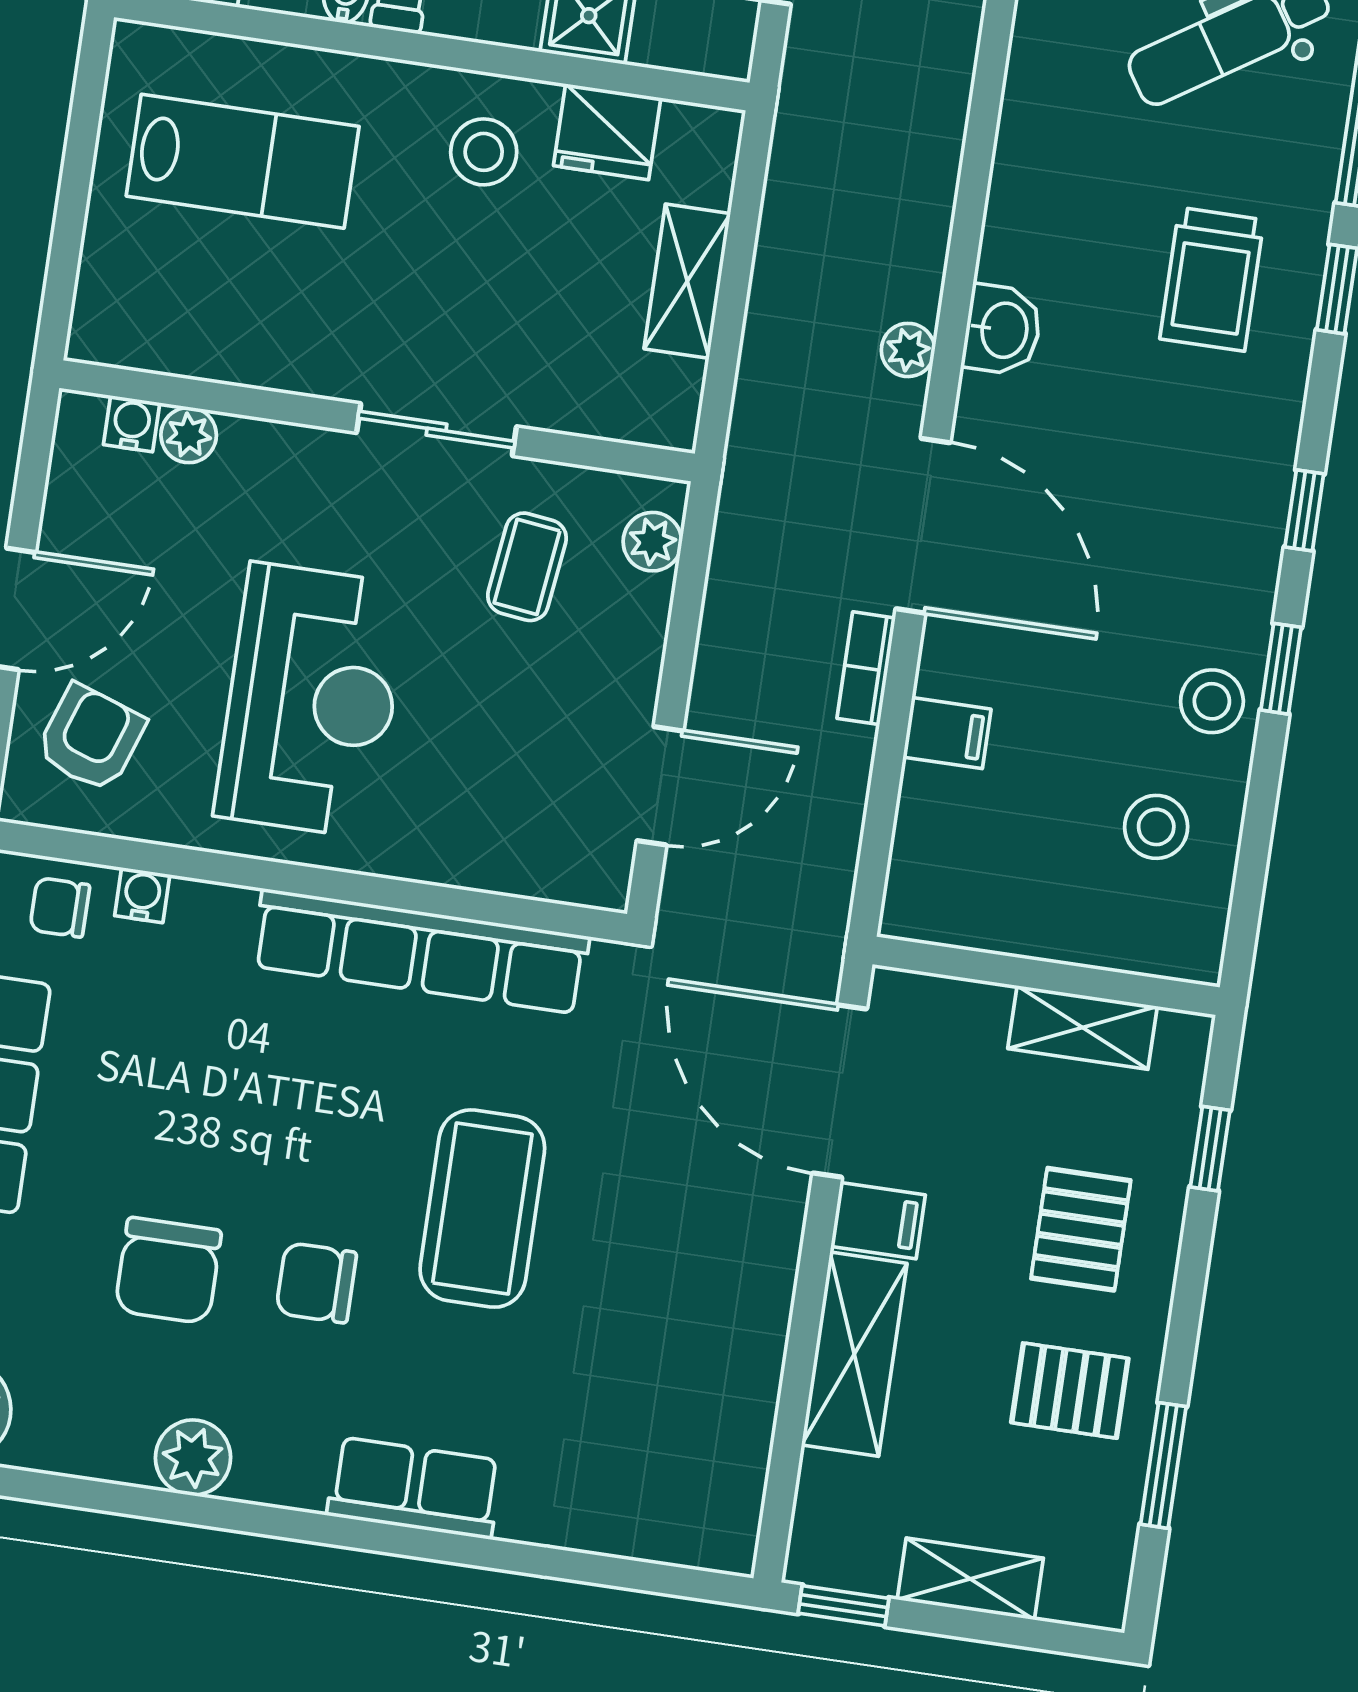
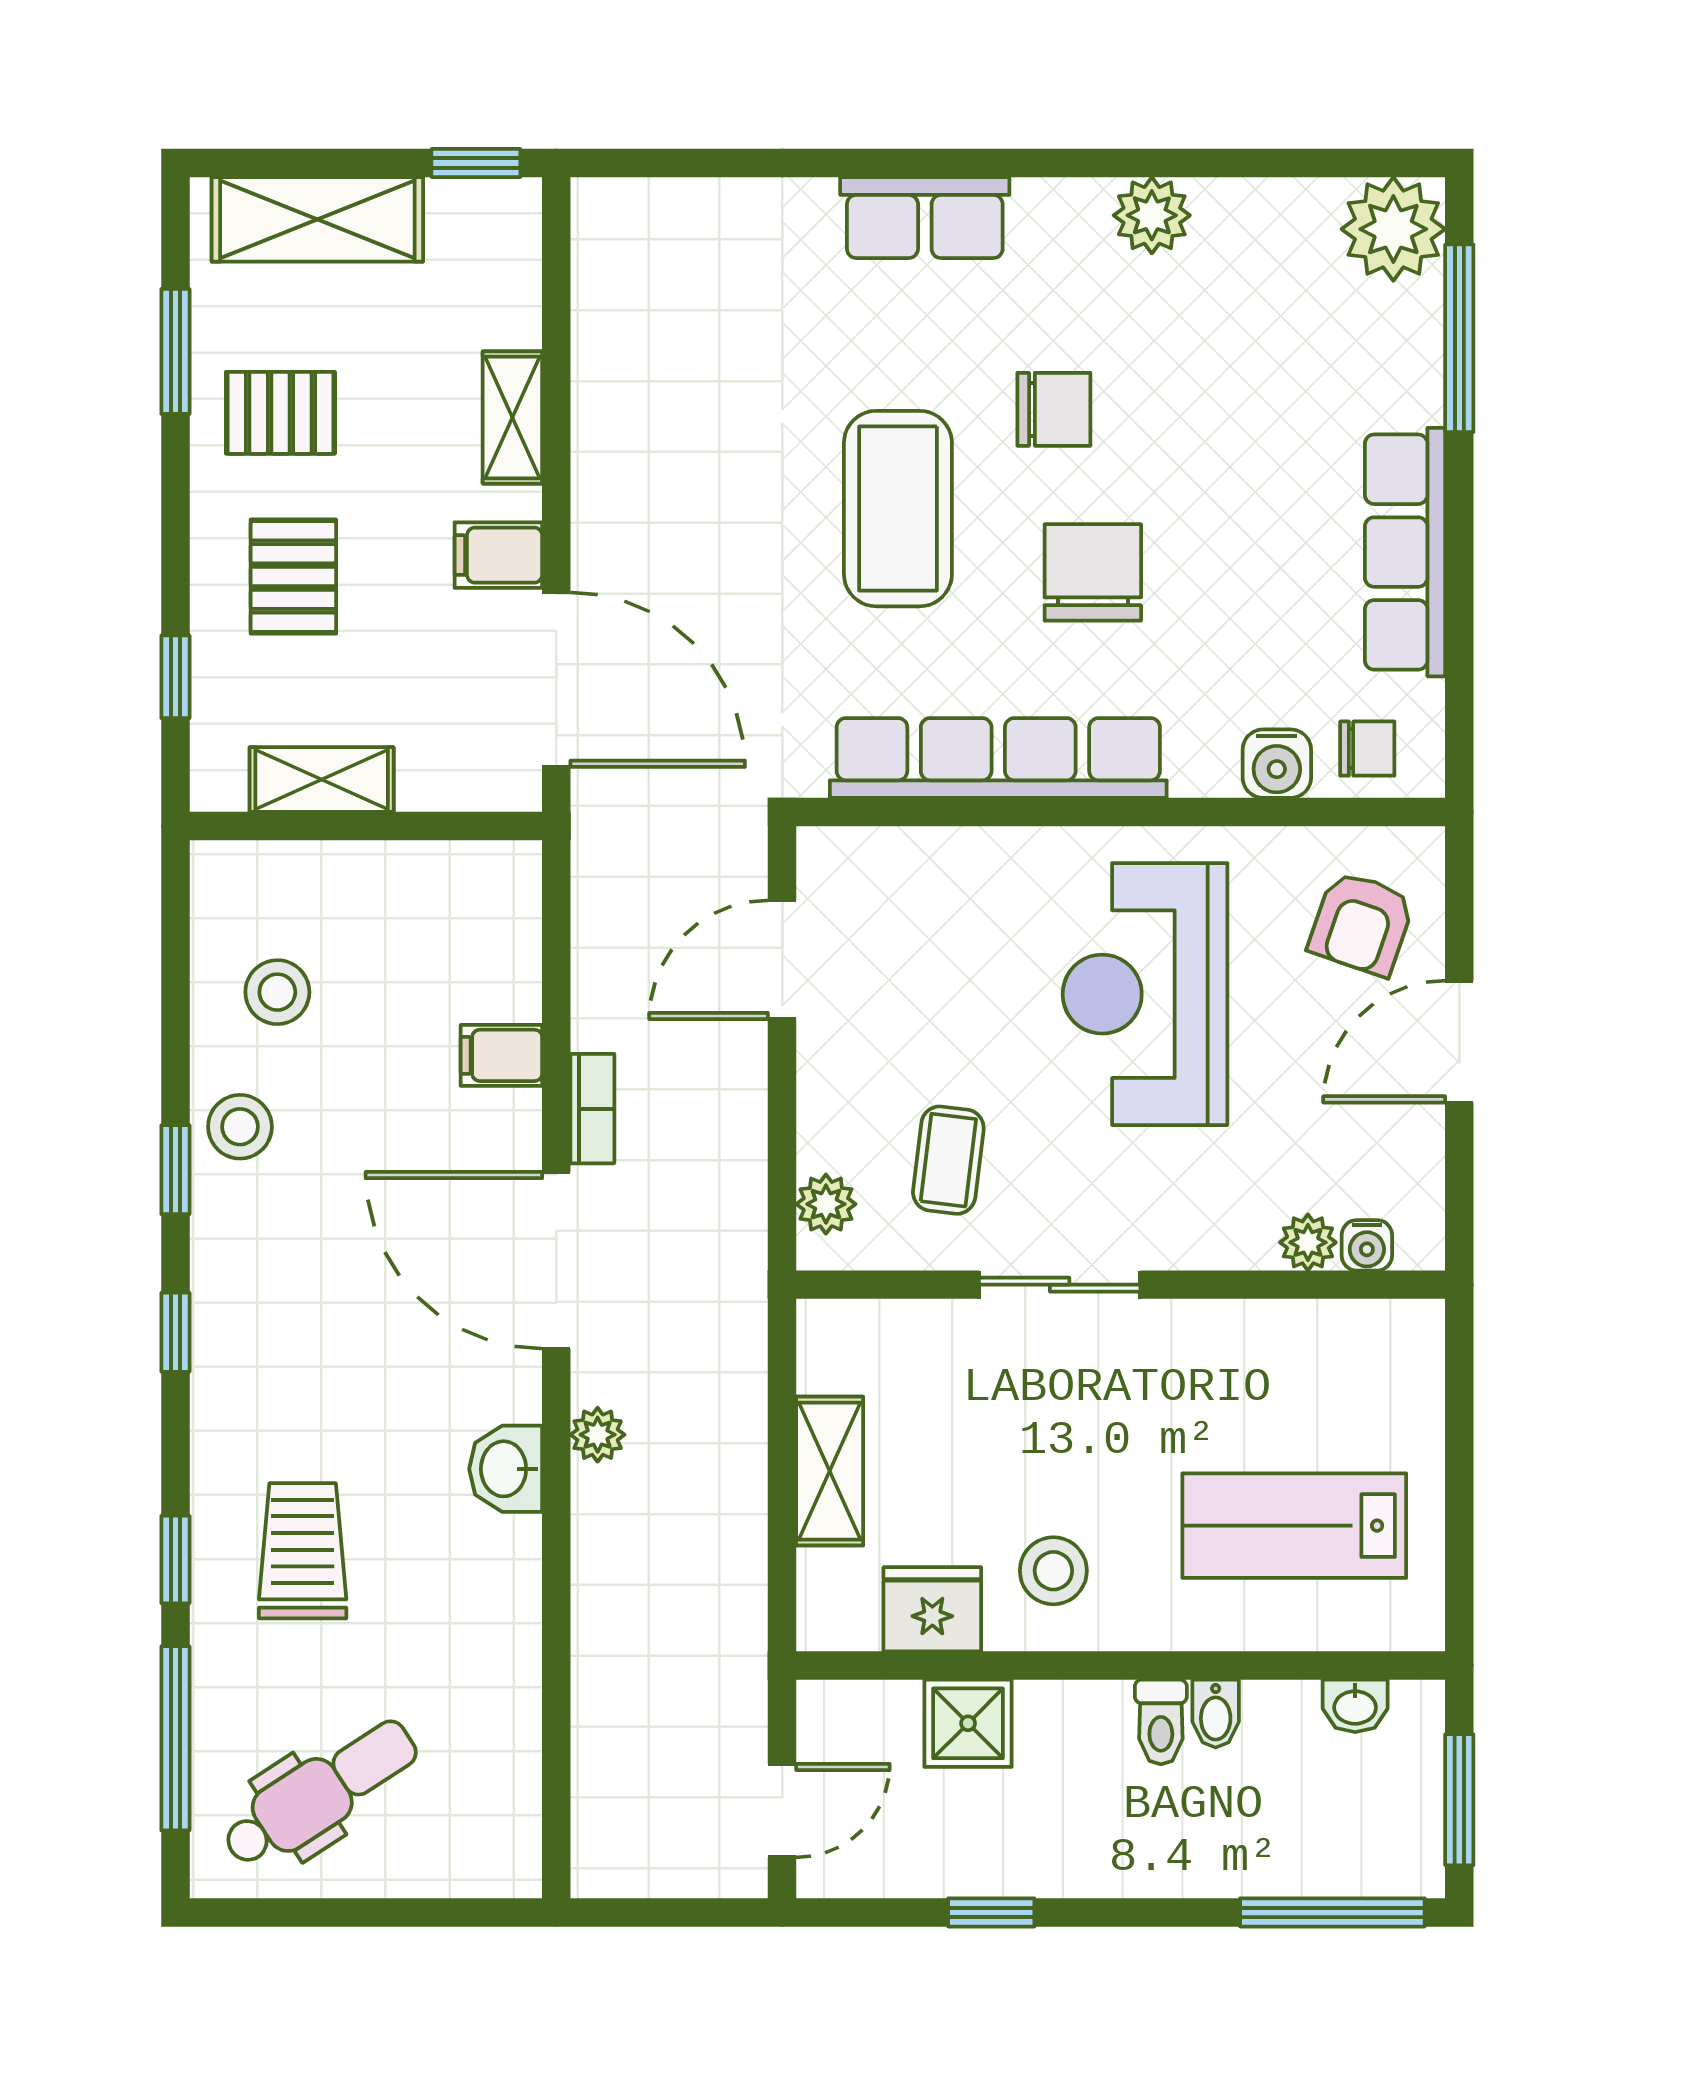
water cooler: (142, 895) -> (1277, 764), width x1.38, depth x1.38
chair: (168, 1271) -> (1093, 572), moved
shelving: (854, 1354) -> (512, 417), width x0.67, depth x0.75
shelving: (970, 1579) -> (317, 219), width x1.50, depth x1.33

